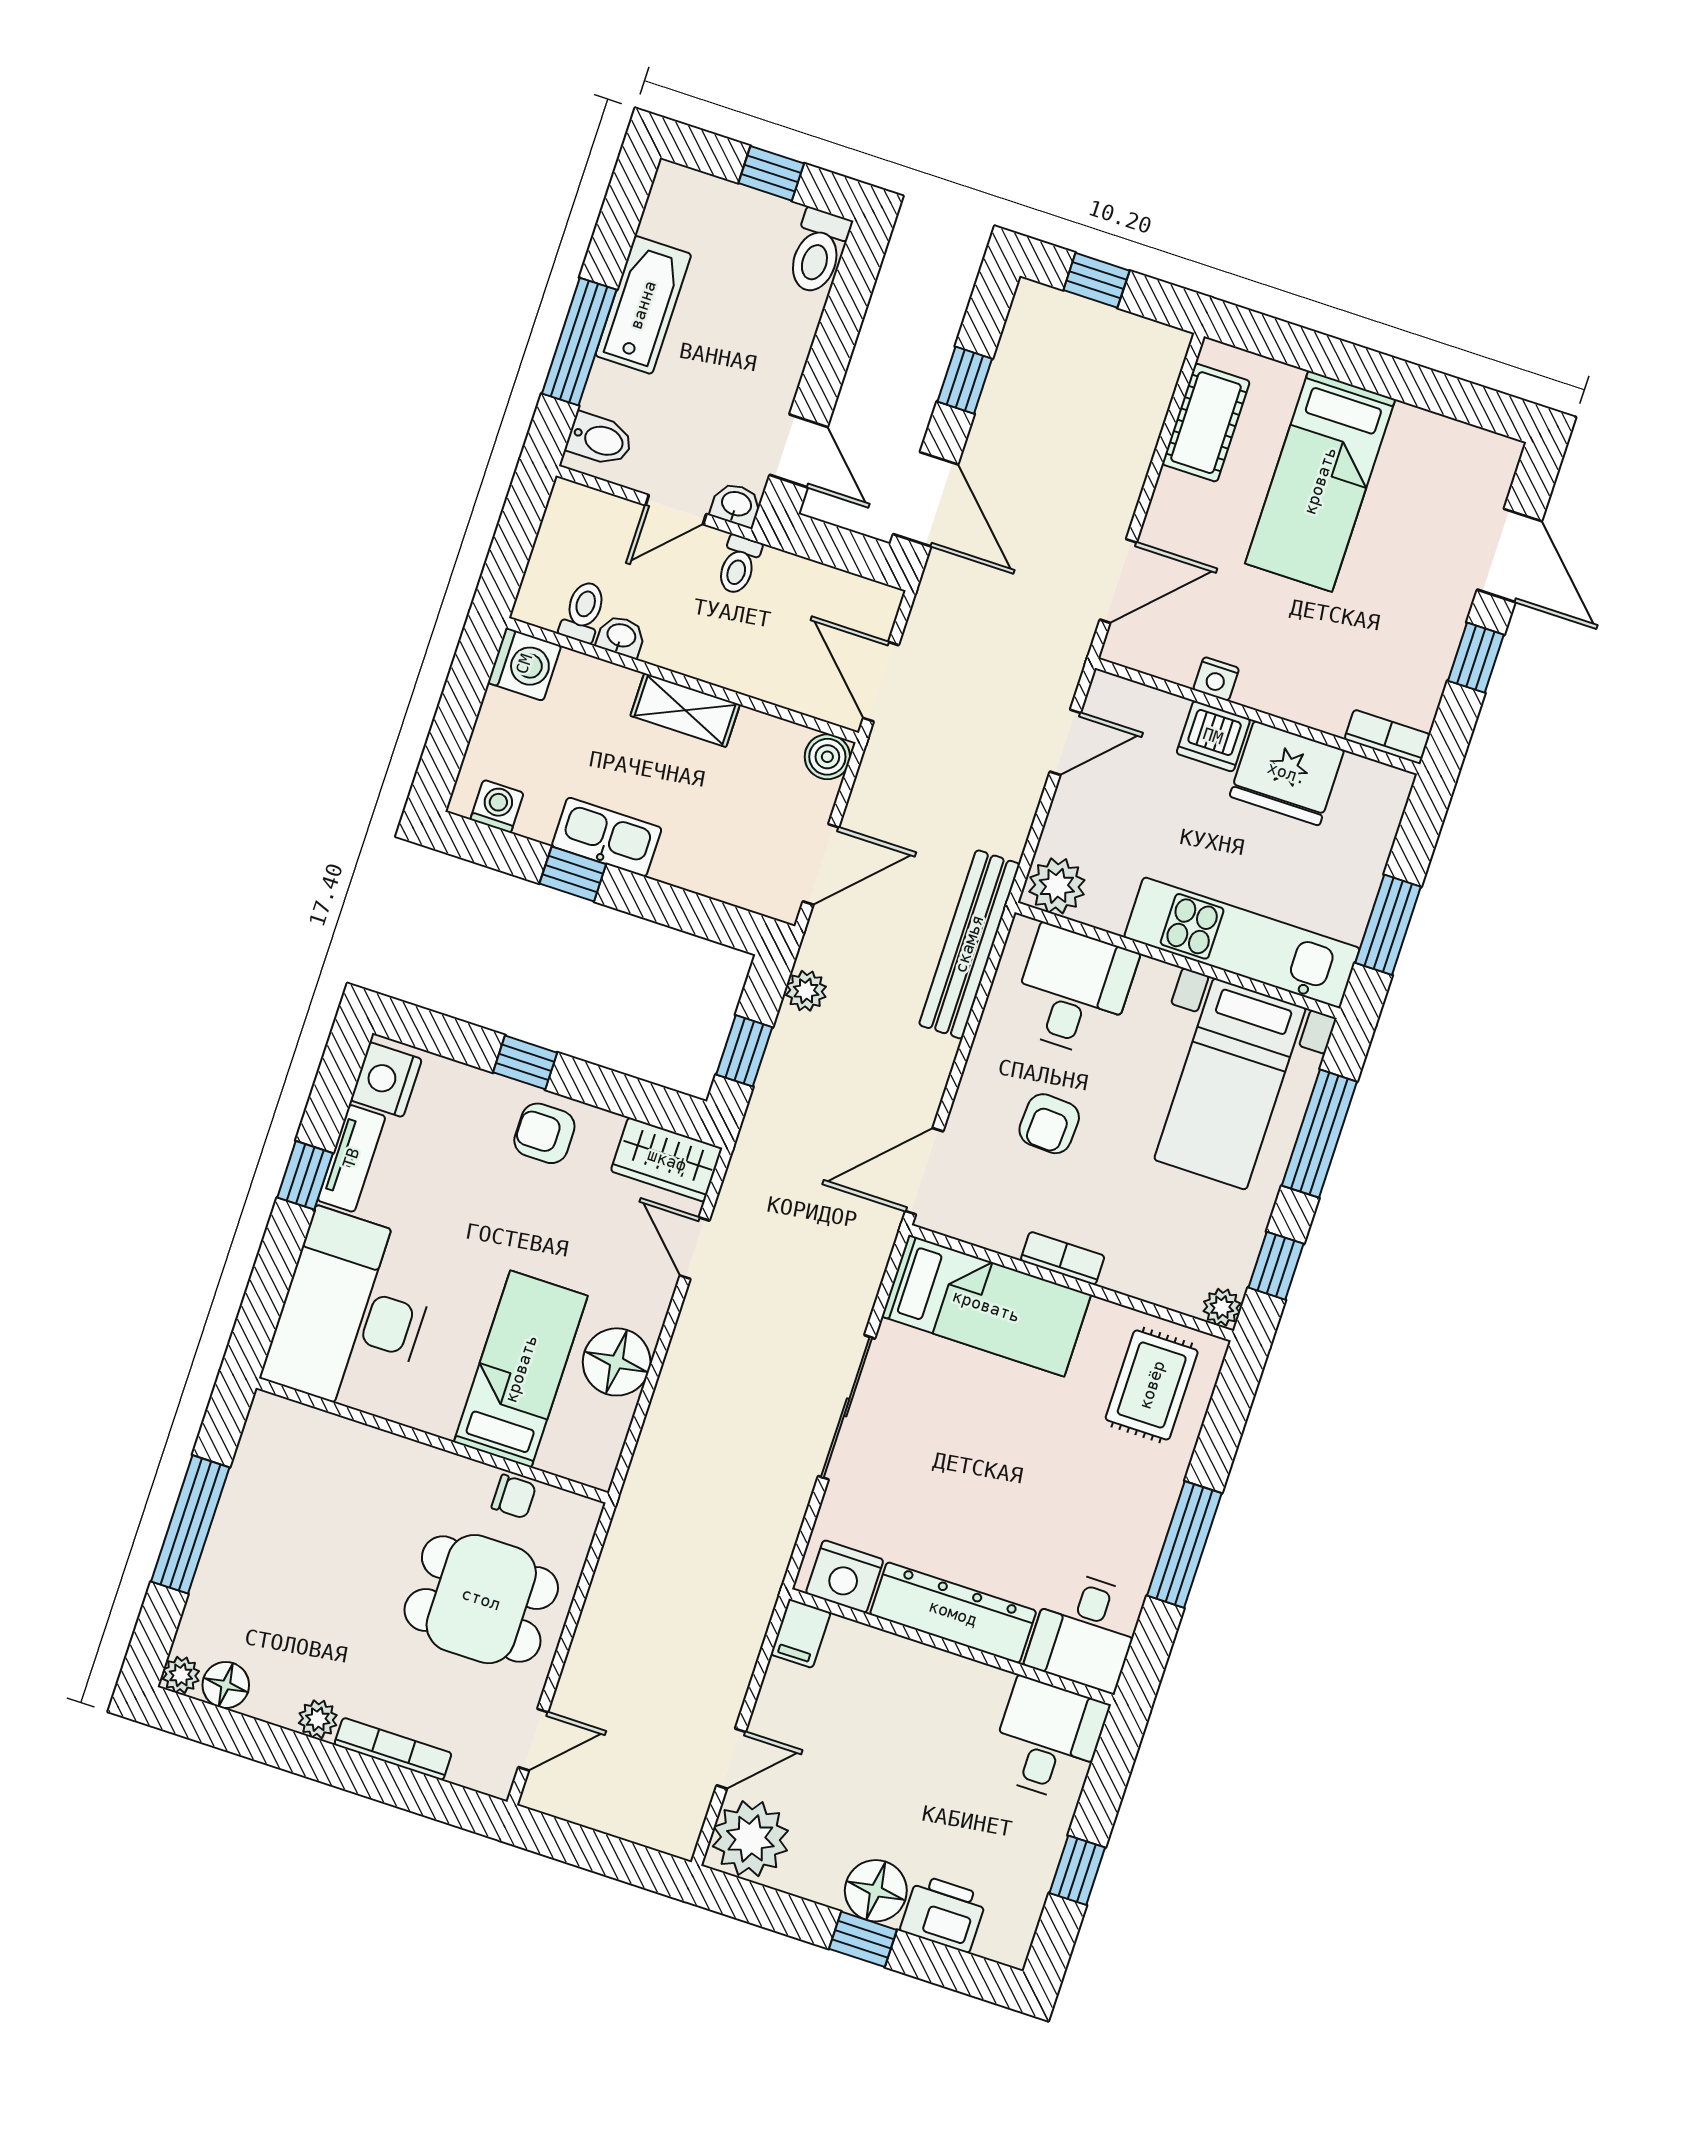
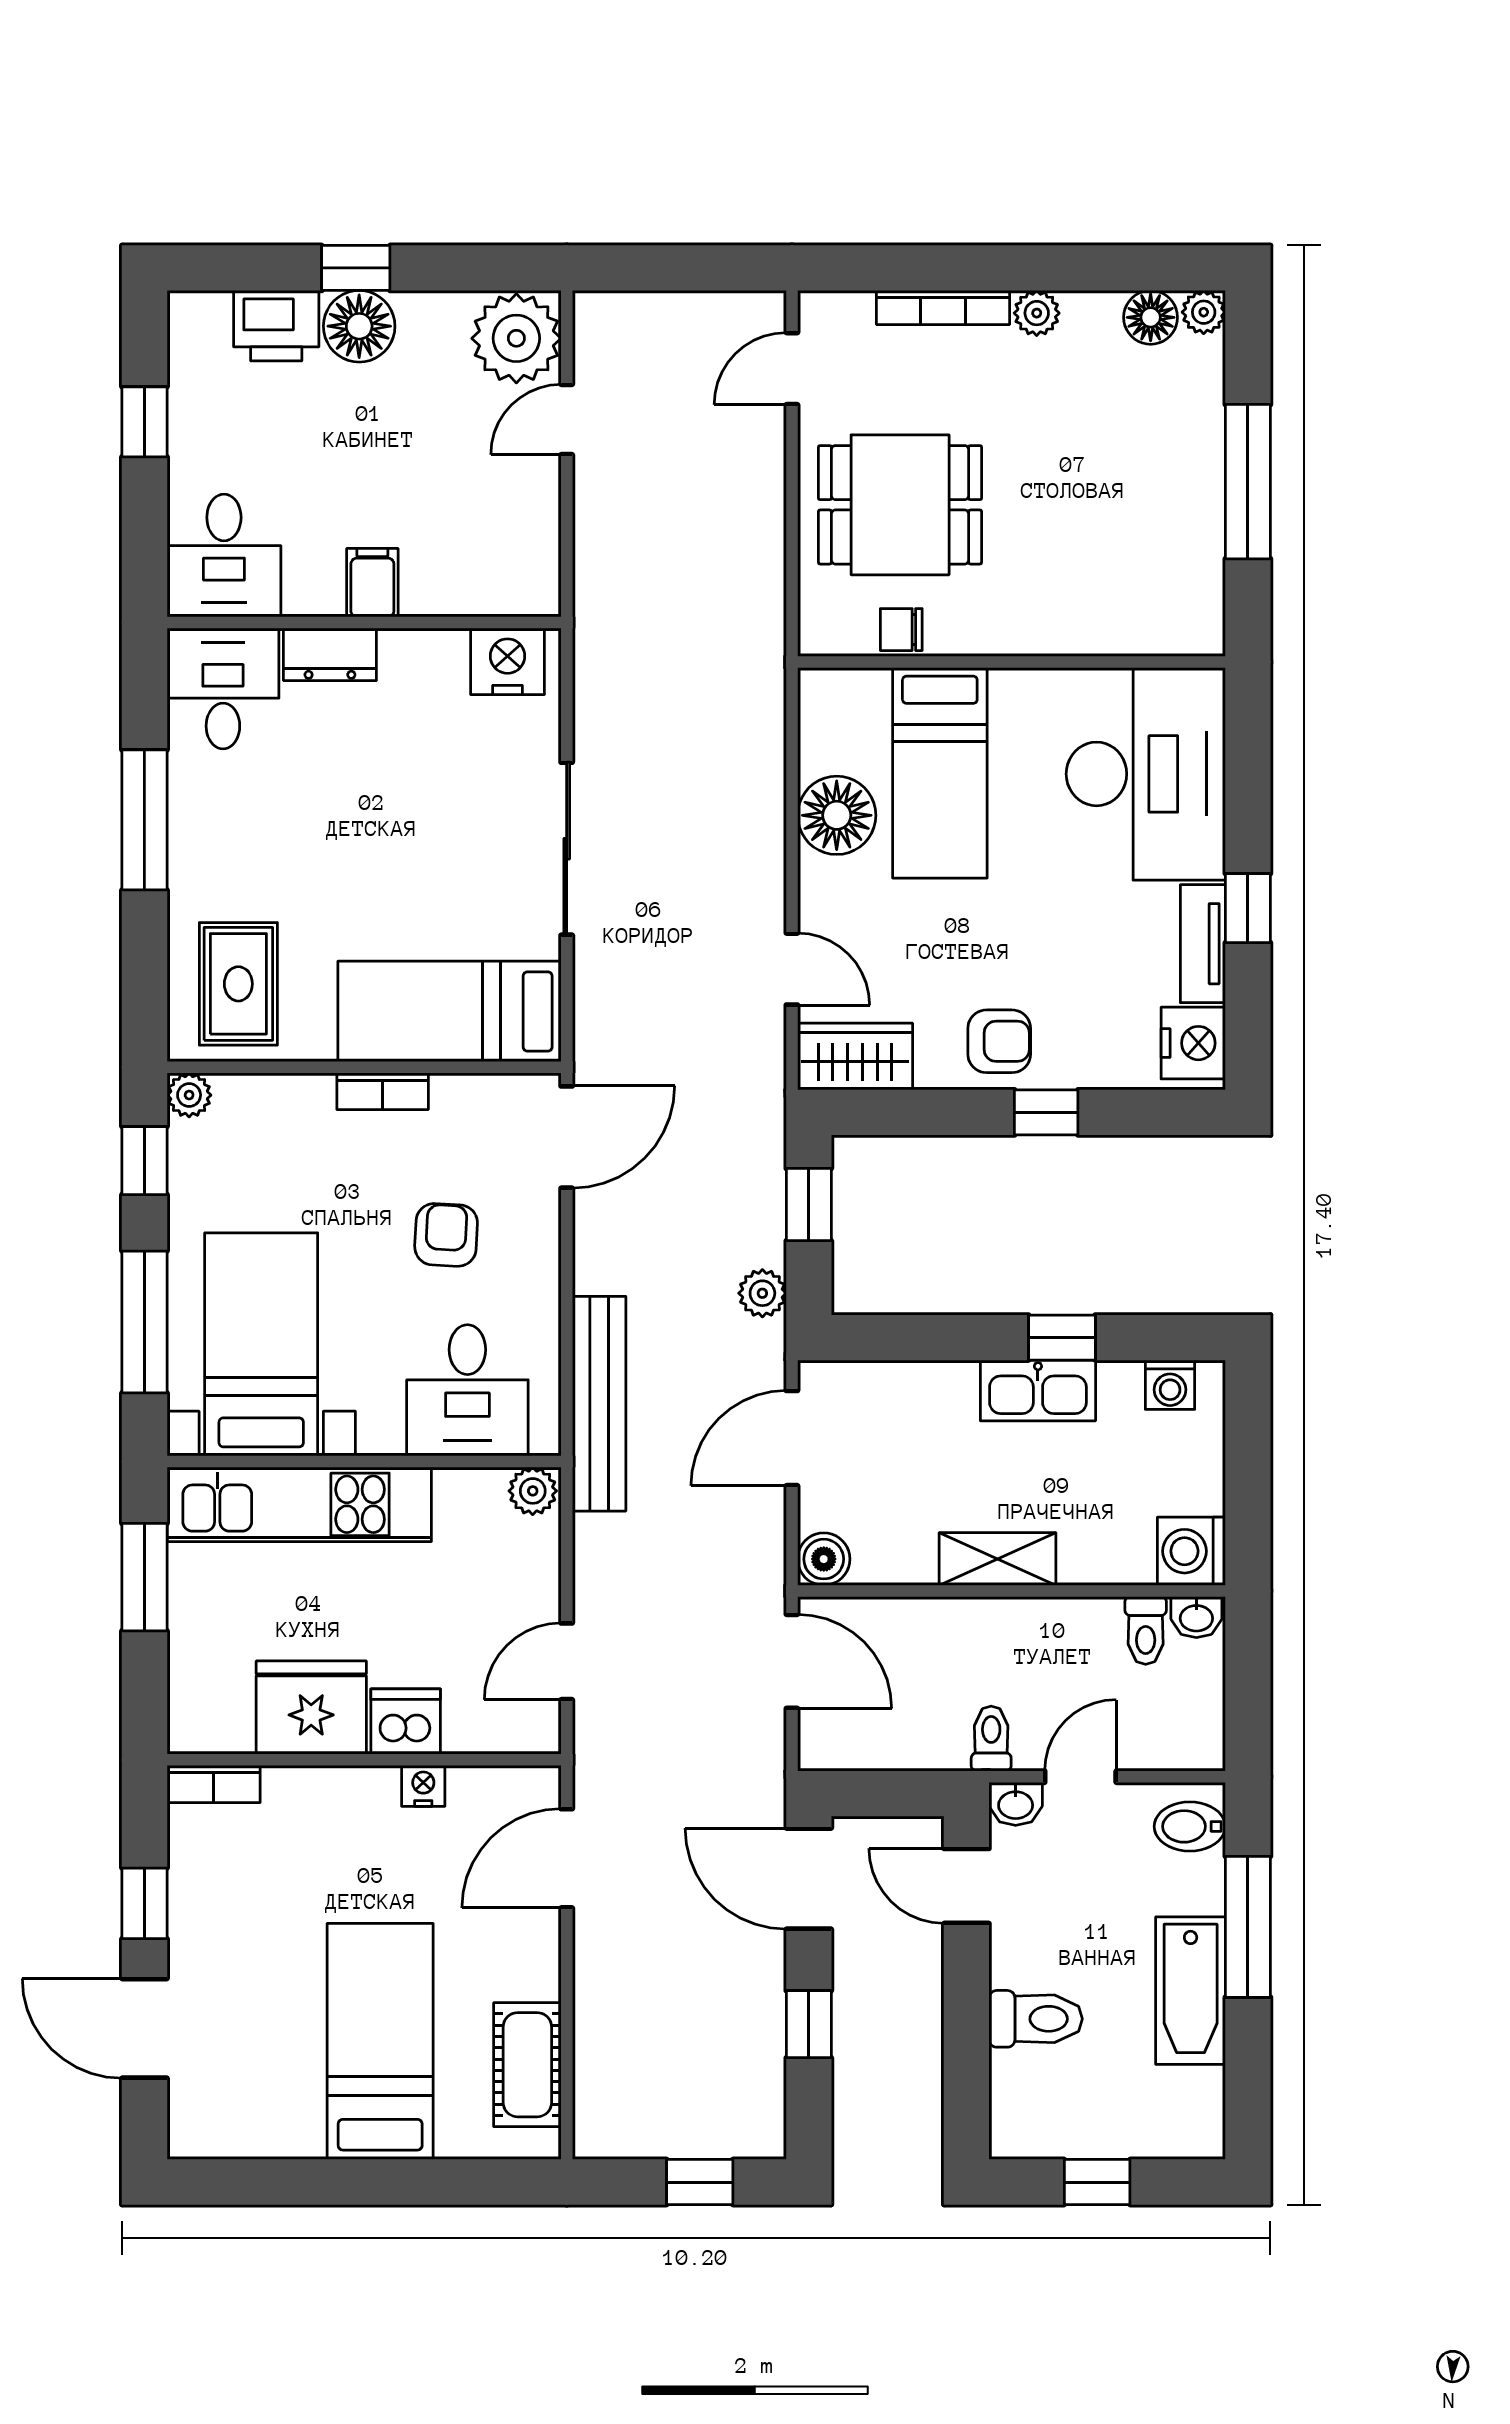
toilet: (818, 251) -> (1036, 2019), moved, turned 90
washbasin: (621, 636) -> (1196, 1617), moved
plant: (1057, 886) -> (533, 1491), width x0.73, depth x0.73
dresser: (953, 1613) -> (330, 654), width x0.51, depth x0.80
filing cabinet: (801, 1633) -> (372, 583), moved

